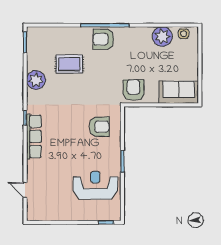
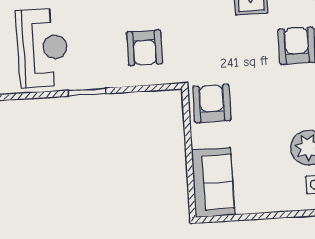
armchair: (133, 90) -> (212, 103), turned -90

